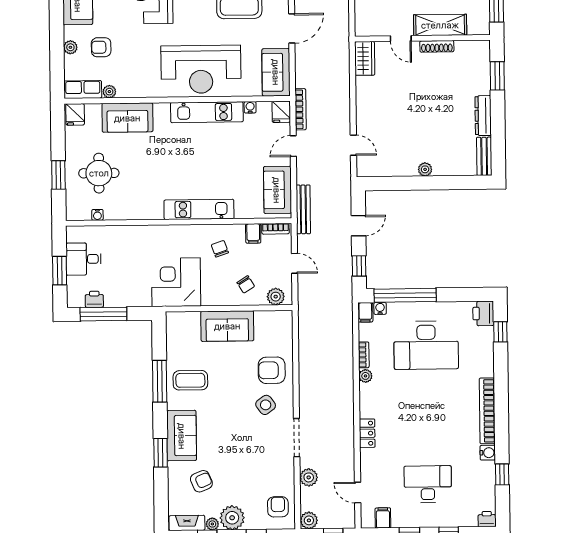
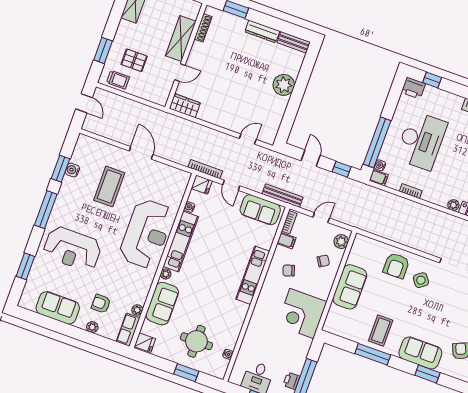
shoe rack: (437, 46) -> (203, 28), moved
armchair: (101, 47) -> (101, 304), turned 90
sofa: (276, 72) -> (170, 177), removed
plant: (163, 109) -> (166, 274), added
plant: (425, 169) -> (284, 85), width x1.88, depth x1.88
plant: (365, 376) -> (453, 205), moved

